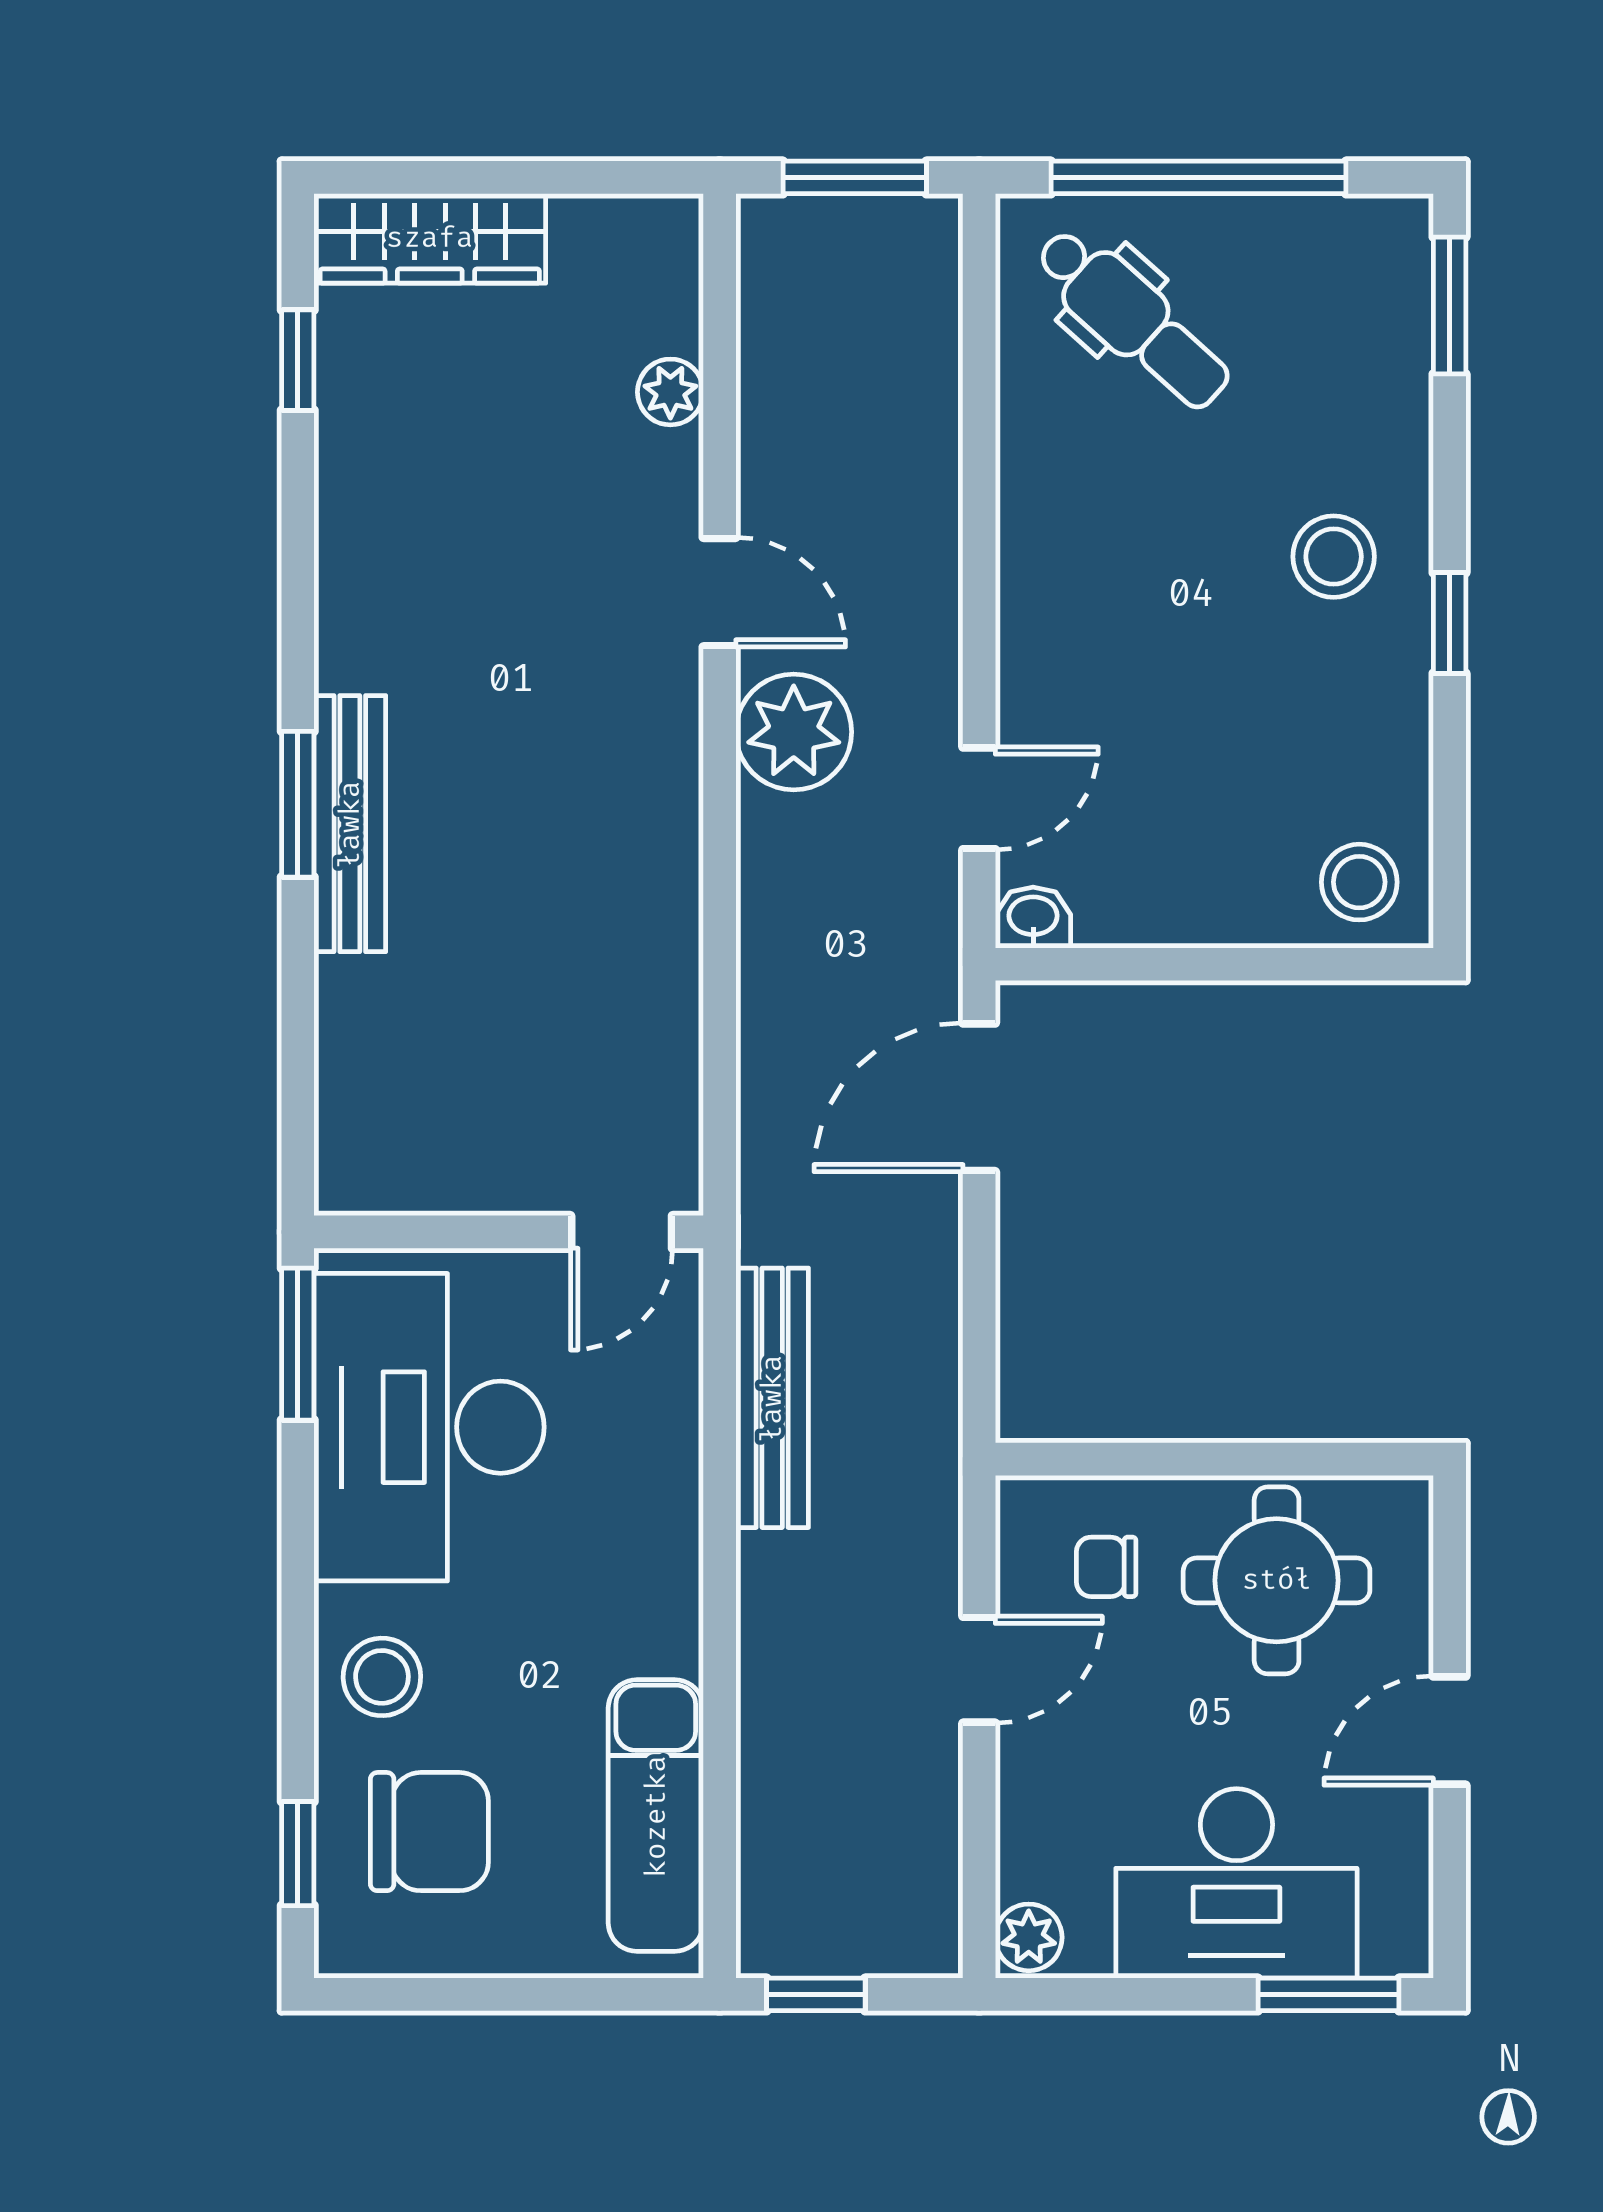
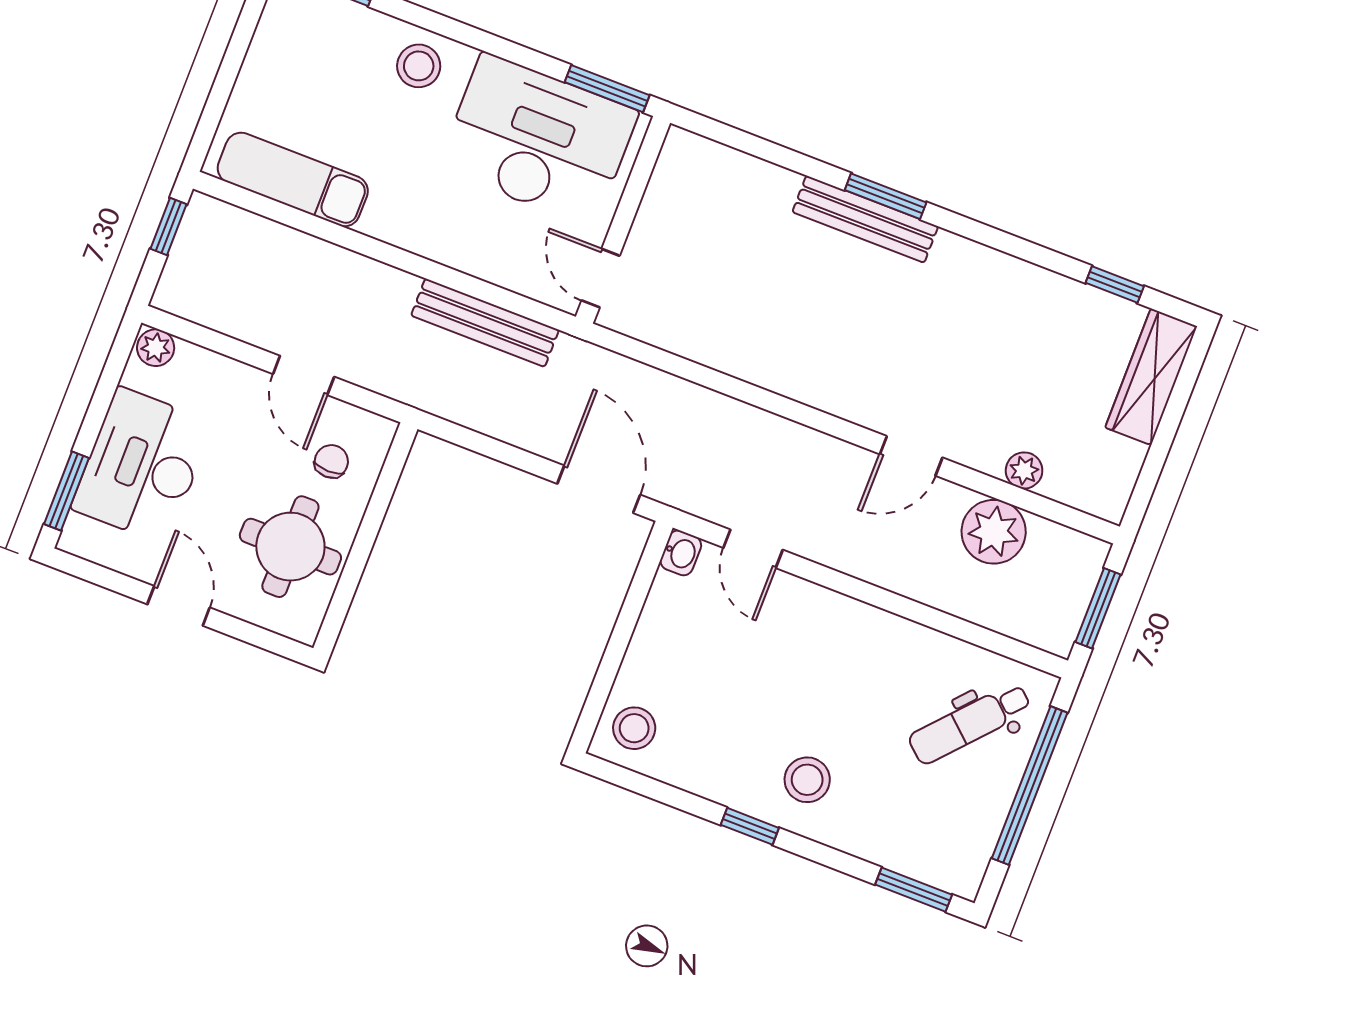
plant: (794, 732) -> (994, 532), moved
chair: (429, 1832) -> (329, 60), removed

